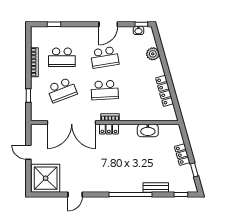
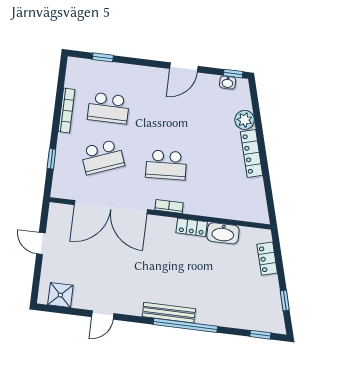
school desk: (105, 57) -> (172, 116), removed
locker: (164, 91) -> (252, 153), moved
locker: (109, 129) -> (192, 227), moved
locker: (182, 155) -> (267, 259), moved
shower: (46, 178) -> (60, 295), width x0.54, depth x0.54
bench: (156, 187) -> (169, 313), moved, width x1.36

